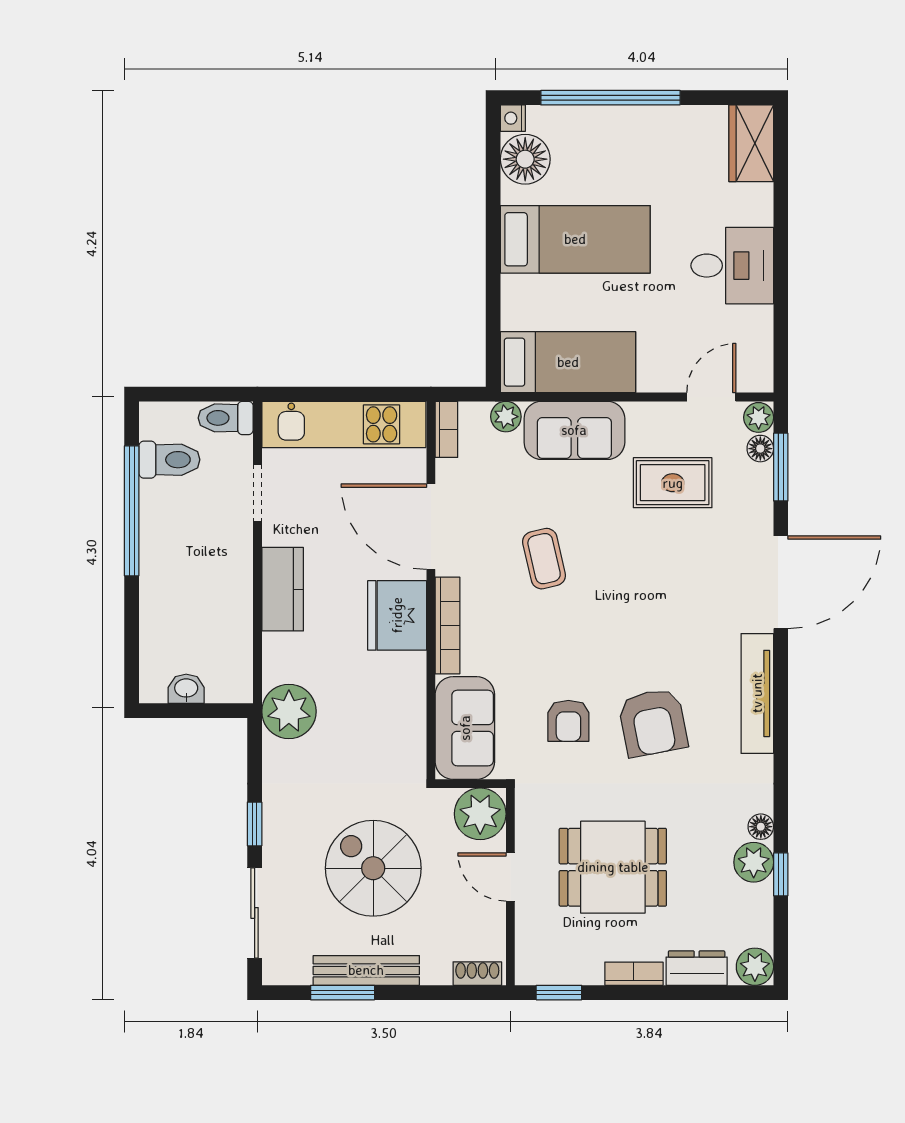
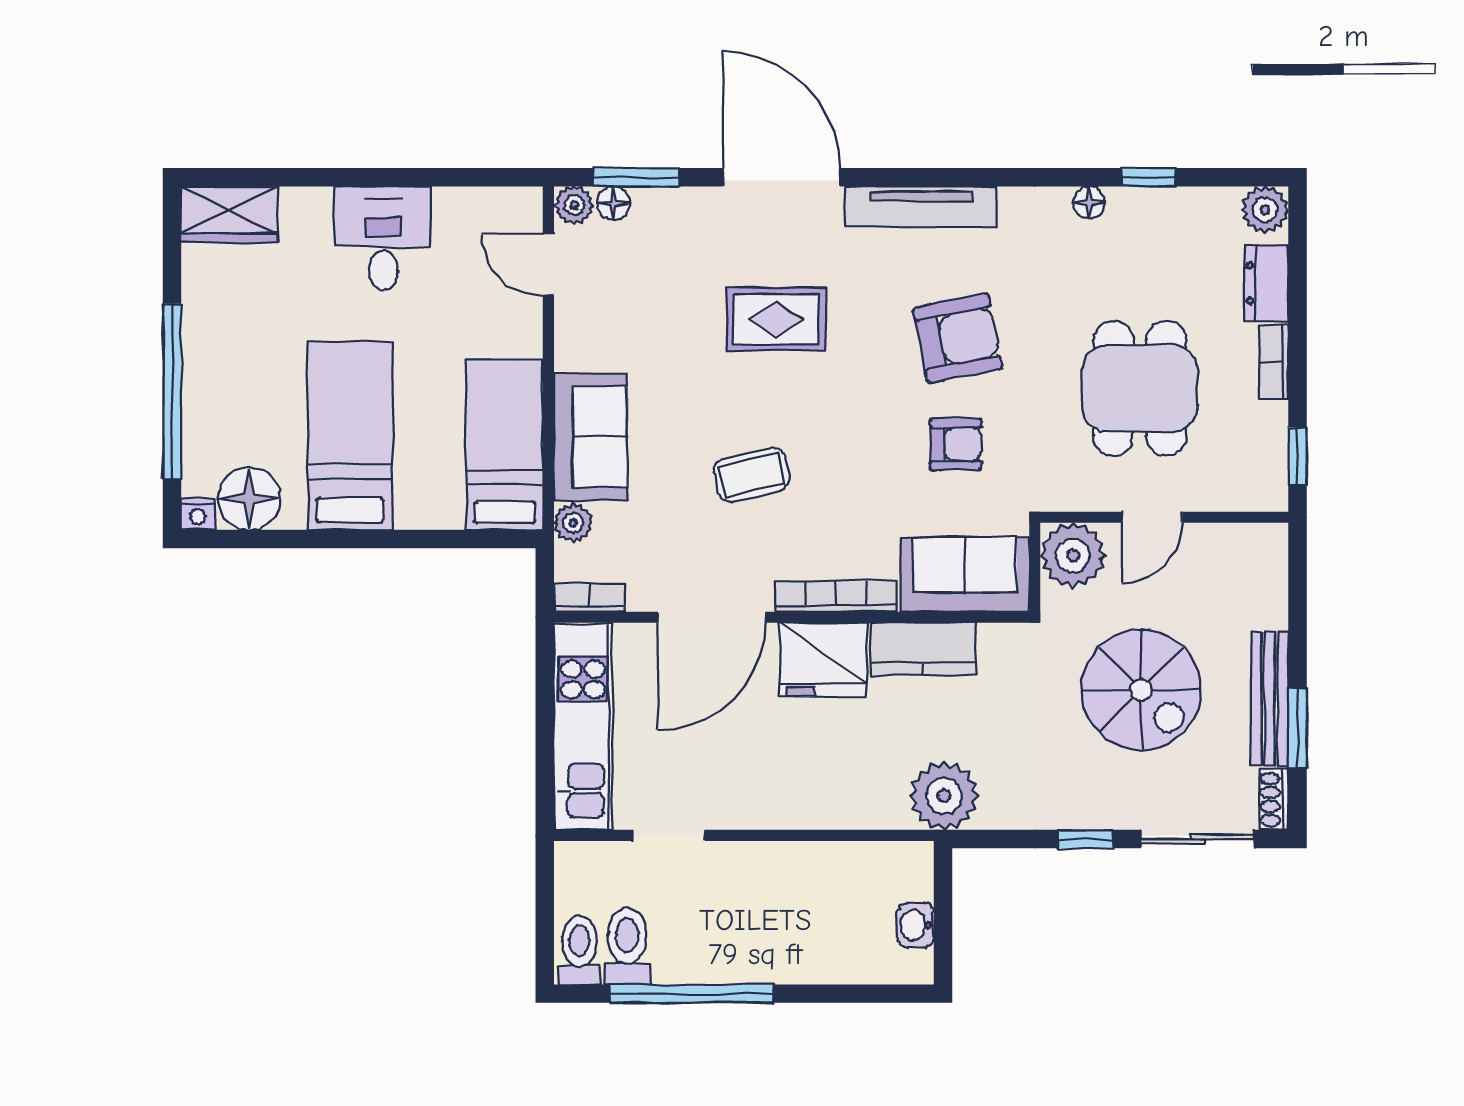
toilet: (226, 418) -> (579, 950), moved, turned 180
rug: (673, 483) -> (776, 319), moved, turned 90
kitchen counter: (283, 589) -> (923, 649), moved, turned 180
plant: (754, 862) -> (1134, 211), removed
spiral stairs: (373, 868) -> (1141, 690), turned -90
shoe rack: (477, 974) -> (1274, 799), moved

